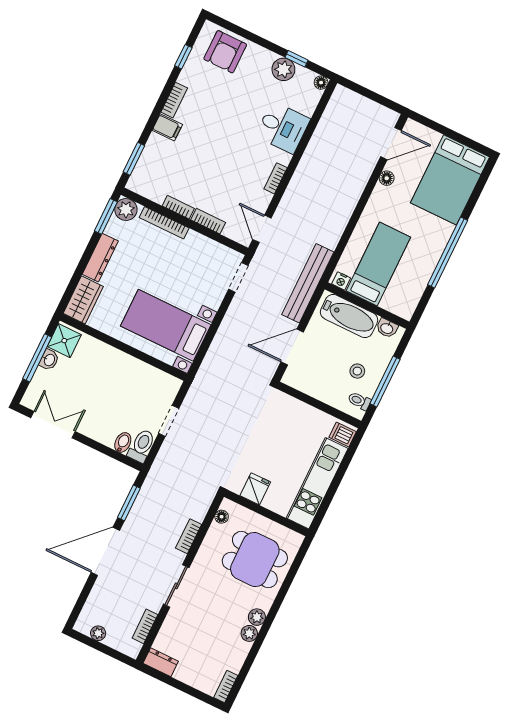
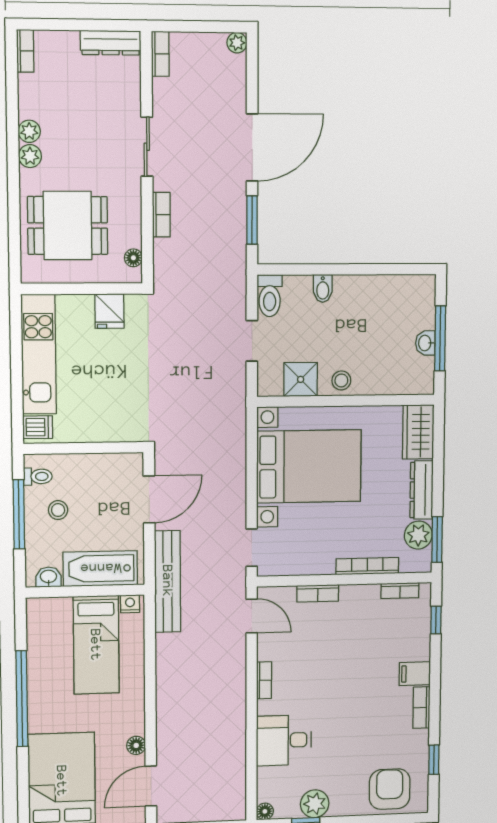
window: (134, 159) -> (436, 620), width x0.67
bookcase: (178, 207) -> (400, 591), moved
plant: (126, 210) -> (418, 535), moved
bed with nightstands: (166, 325) -> (309, 466), width x1.36
shower: (64, 341) -> (301, 379), moved
stool: (120, 363) -> (341, 380), added
double door: (53, 425) -> (385, 269), removed
bidet: (123, 442) -> (323, 289), moved
bookcase: (145, 626) -> (160, 54), moved
plant: (98, 633) -> (237, 43), moved
dresser: (161, 662) -> (111, 43), width x1.44

